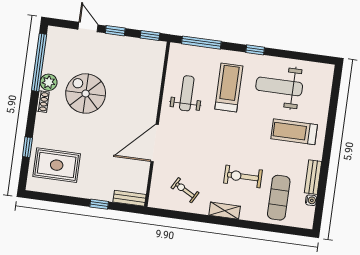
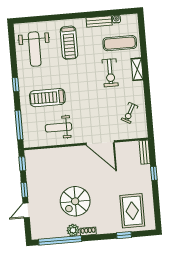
weight bench: (279, 86) -> (35, 49), moved
shelving: (225, 211) -> (137, 69), moved

